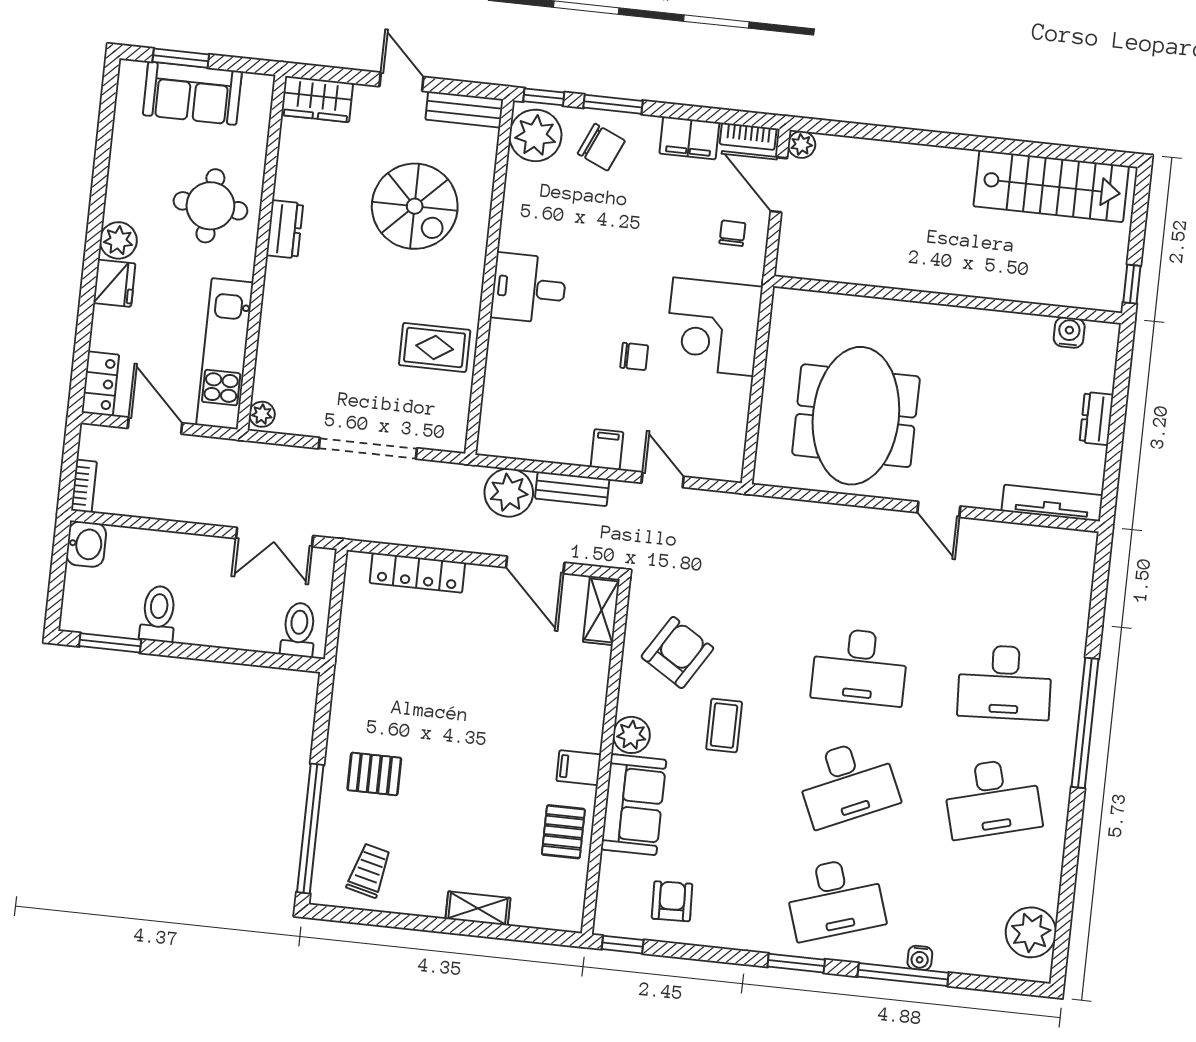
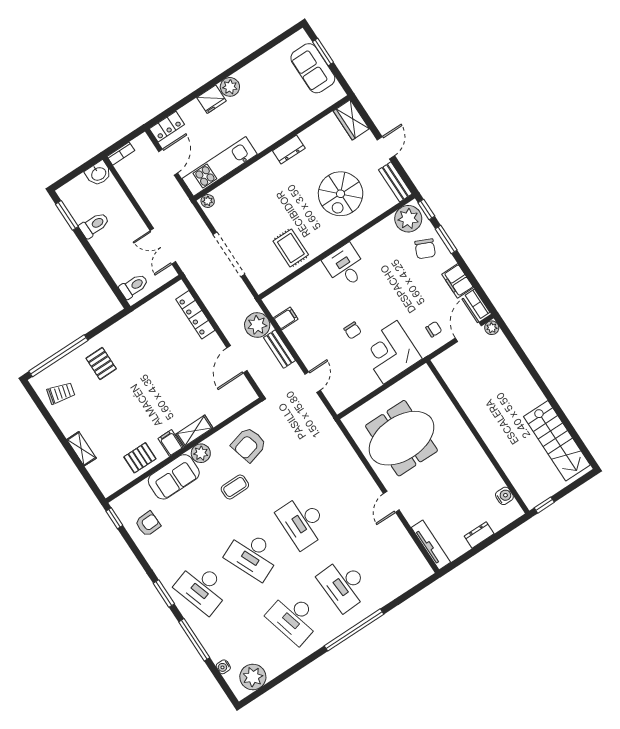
round table: (210, 206) -> (274, 112), removed
filing cabinet: (607, 450) -> (286, 319), moved
shelving: (601, 610) -> (194, 431), moved
armchair: (677, 653) -> (249, 445), turned 133
water cooler: (920, 958) -> (223, 667), moved

